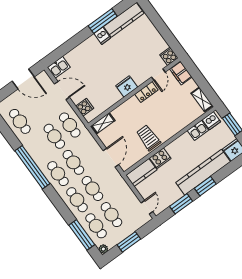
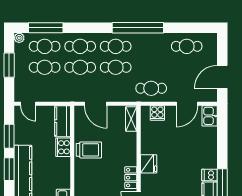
cafe table: (54, 136) -> (151, 67), removed

